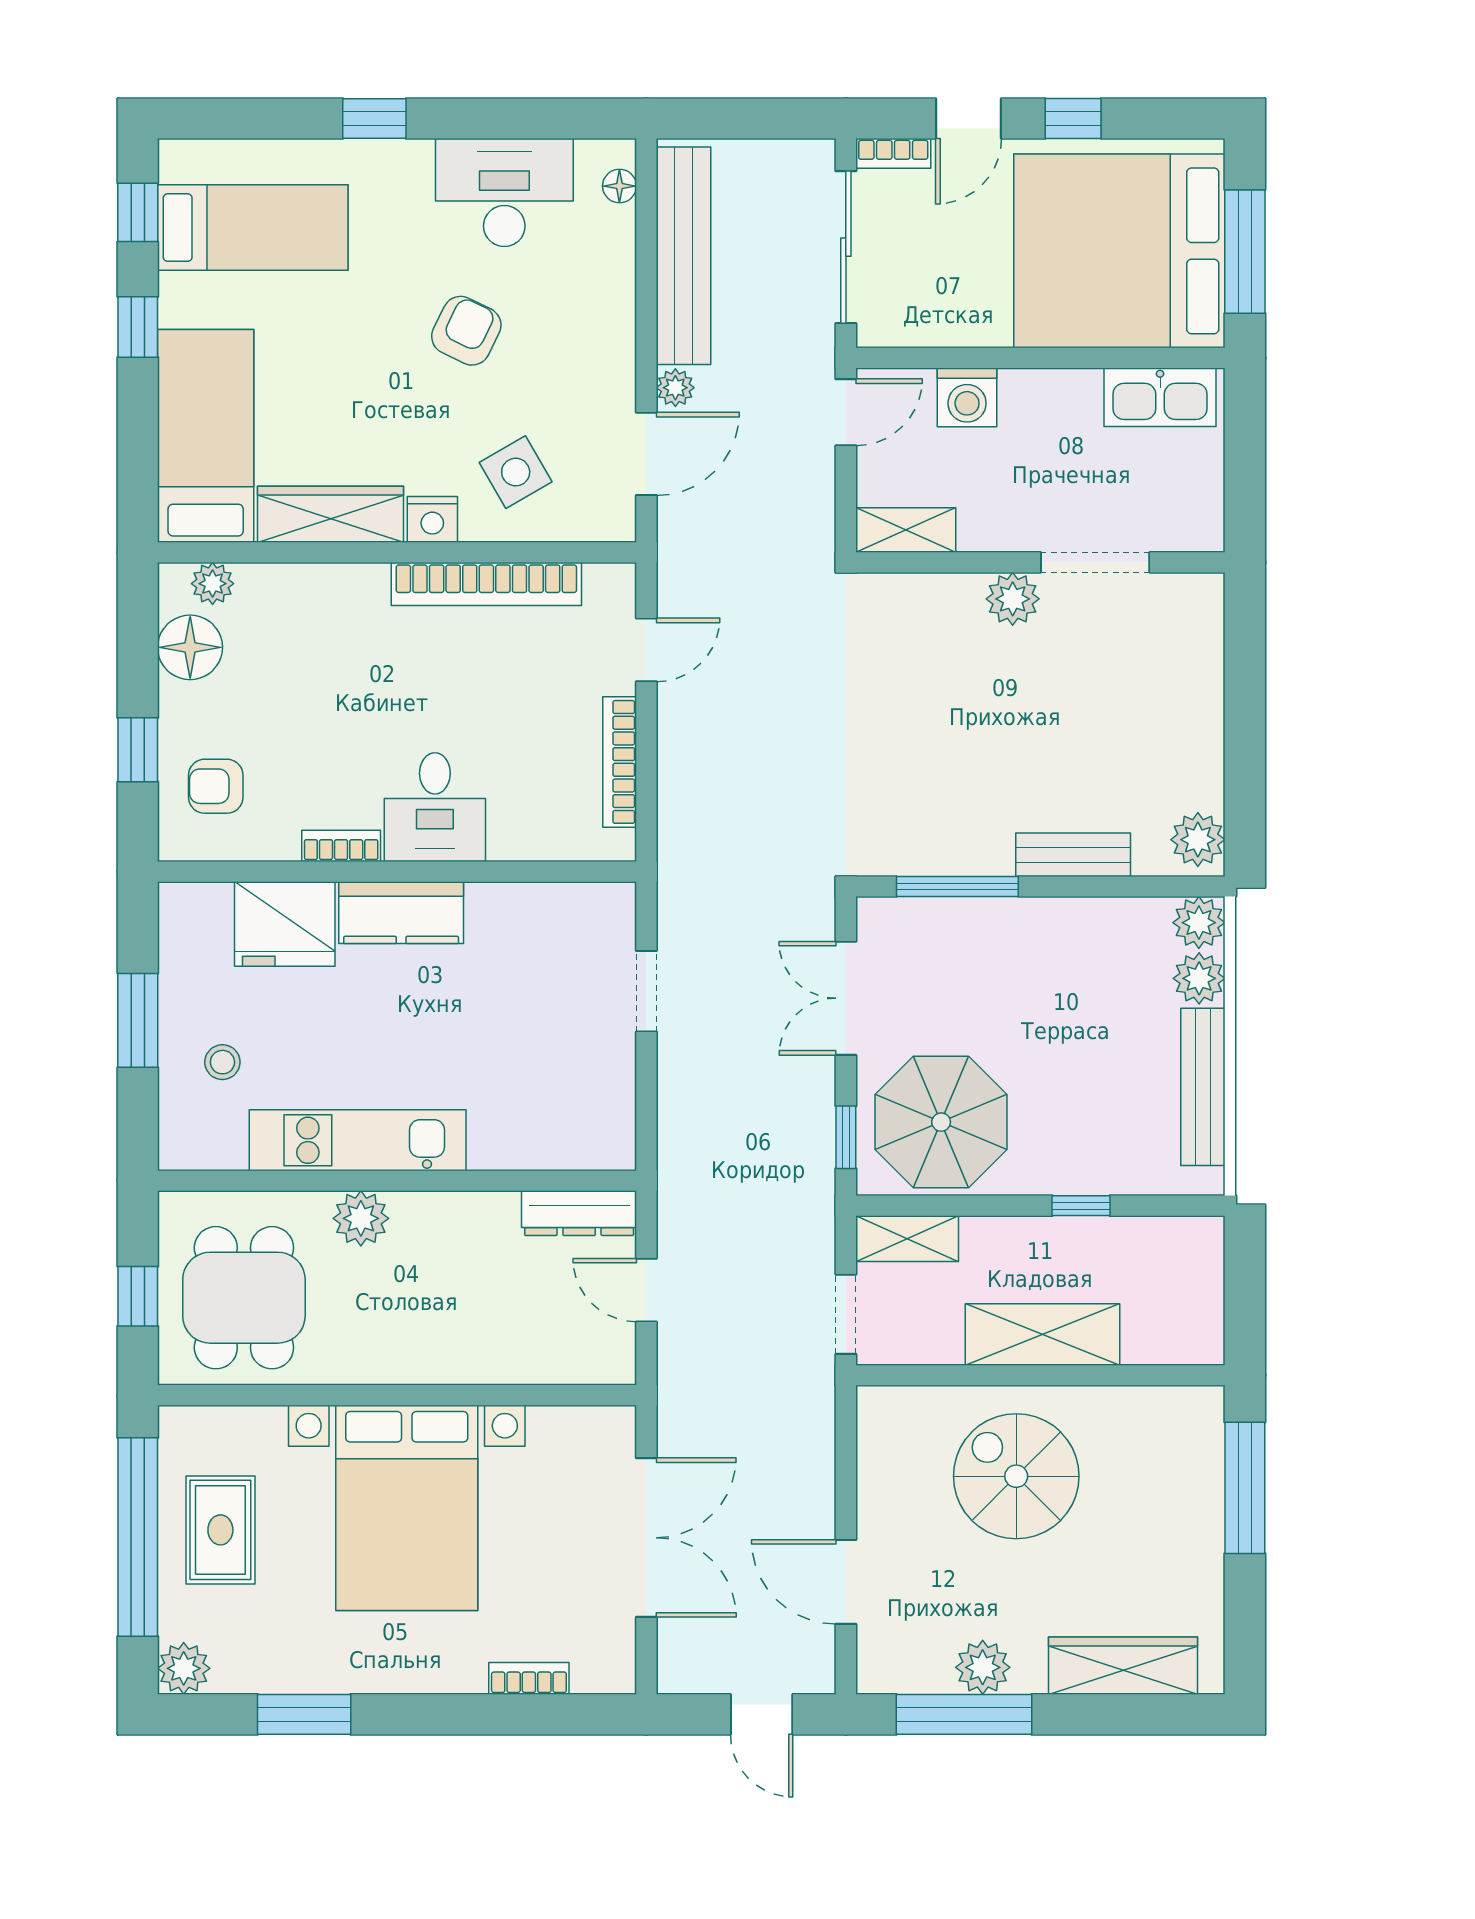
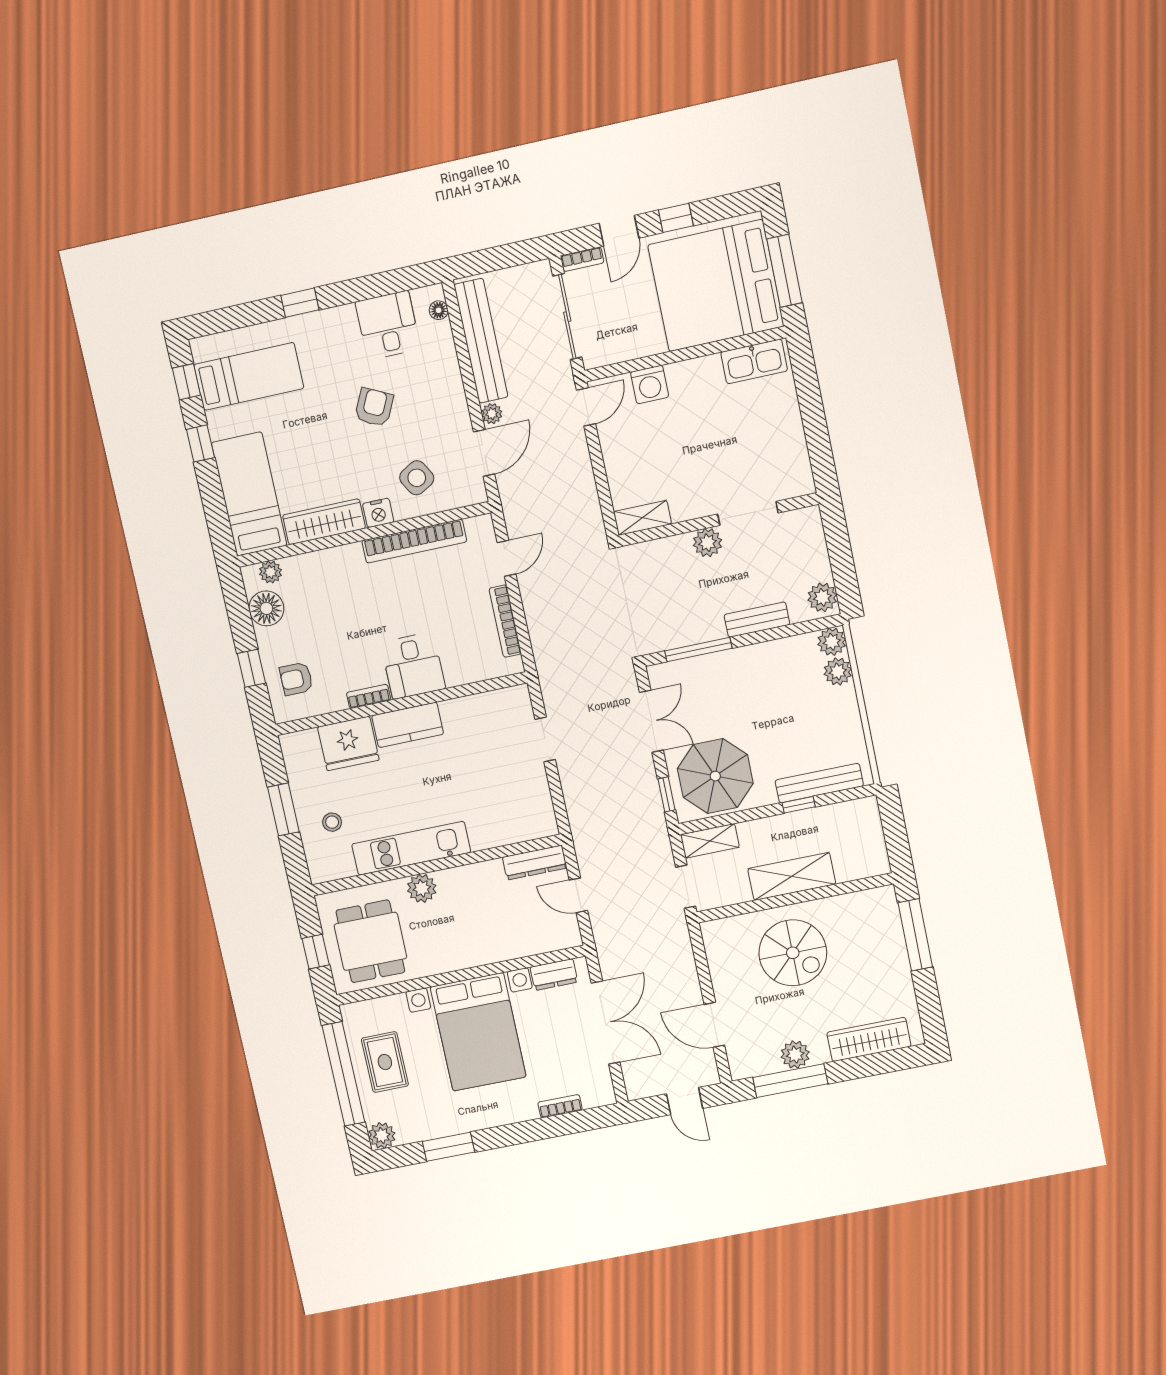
desk: (504, 192) -> (388, 325), width x0.73
shelving: (906, 530) -> (642, 518), moved
wall: (1040, 562) -> (718, 520), moved
doorway: (1095, 562) -> (748, 513), moved
plant: (1013, 599) -> (707, 543), moved
double door: (846, 998) -> (651, 721), swing flipped
bench: (1203, 1087) -> (819, 783), moved, turned 90
dresser: (570, 1428) -> (554, 975), added
spiral stairs: (1016, 1476) -> (793, 953), turned 180

